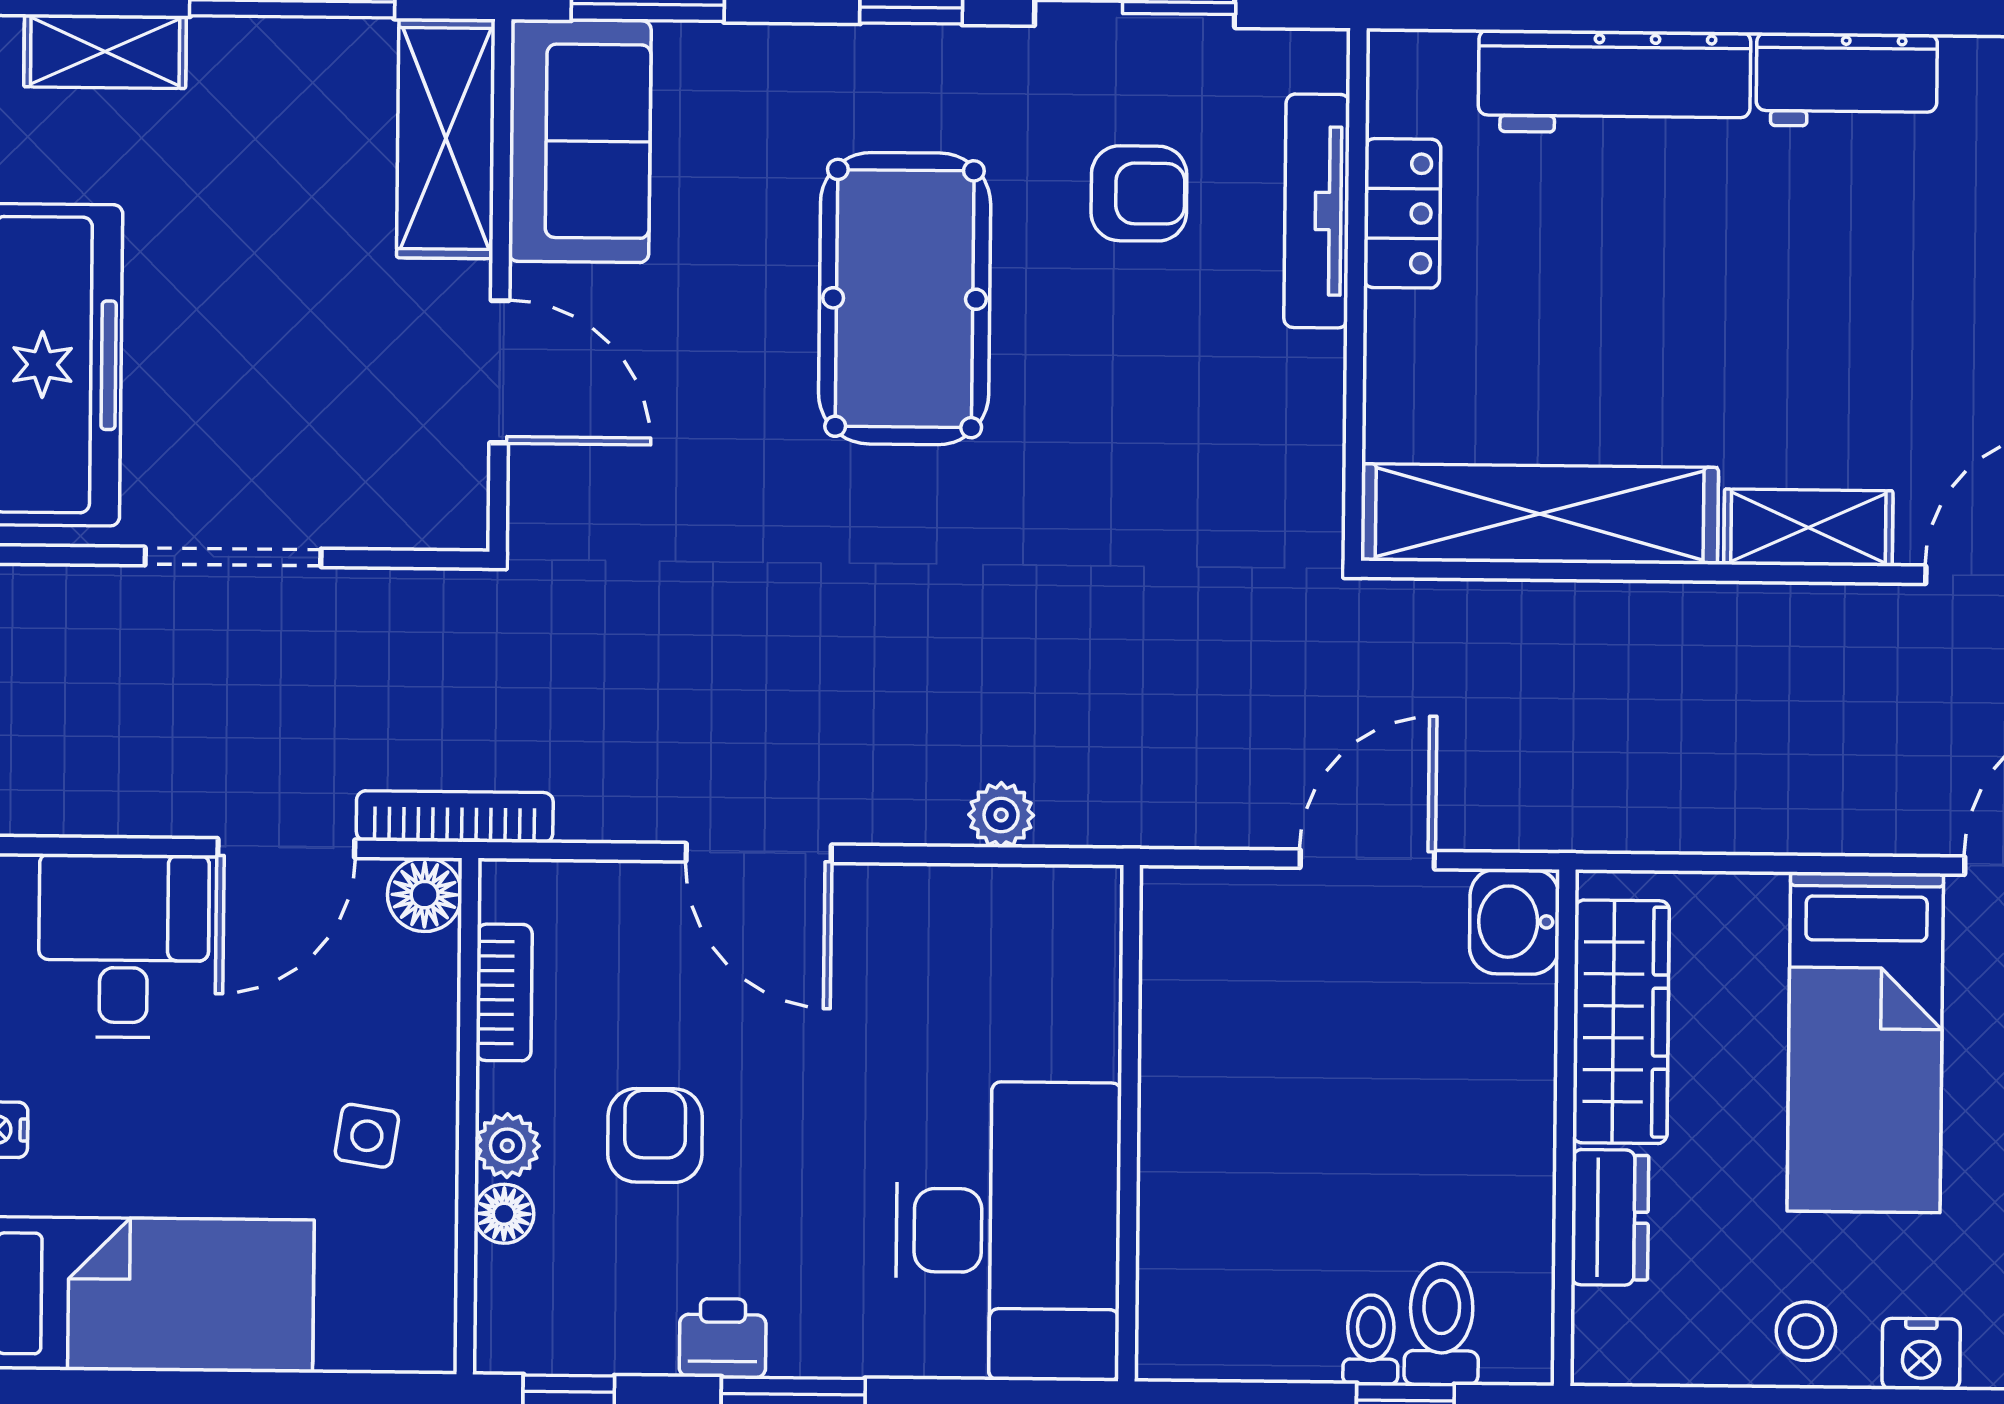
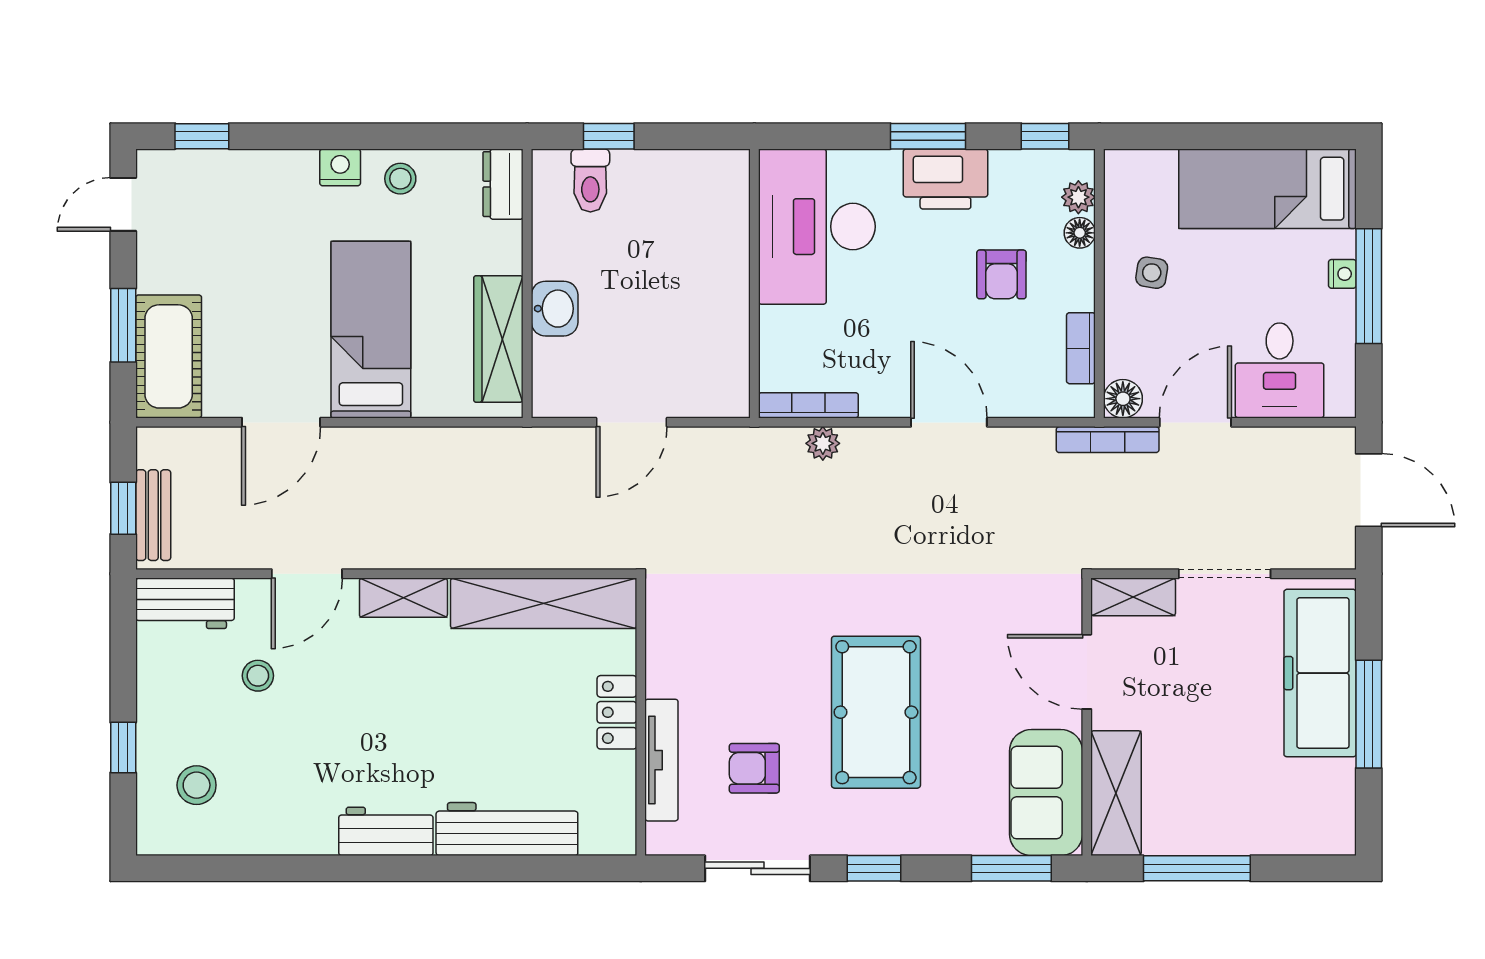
shelving: (105, 51) -> (1133, 597), moved
locker: (1402, 213) -> (617, 712), moved
bookcase: (1028, 888) -> (808, 405), added
washbasin: (1514, 922) -> (555, 309), moved
plant: (507, 1146) -> (1078, 197), moved
dresser: (1610, 1217) -> (503, 184), moved
printer: (723, 1338) -> (945, 179), width x1.87, depth x1.48
toilet: (1371, 1339) -> (627, 172), removed

